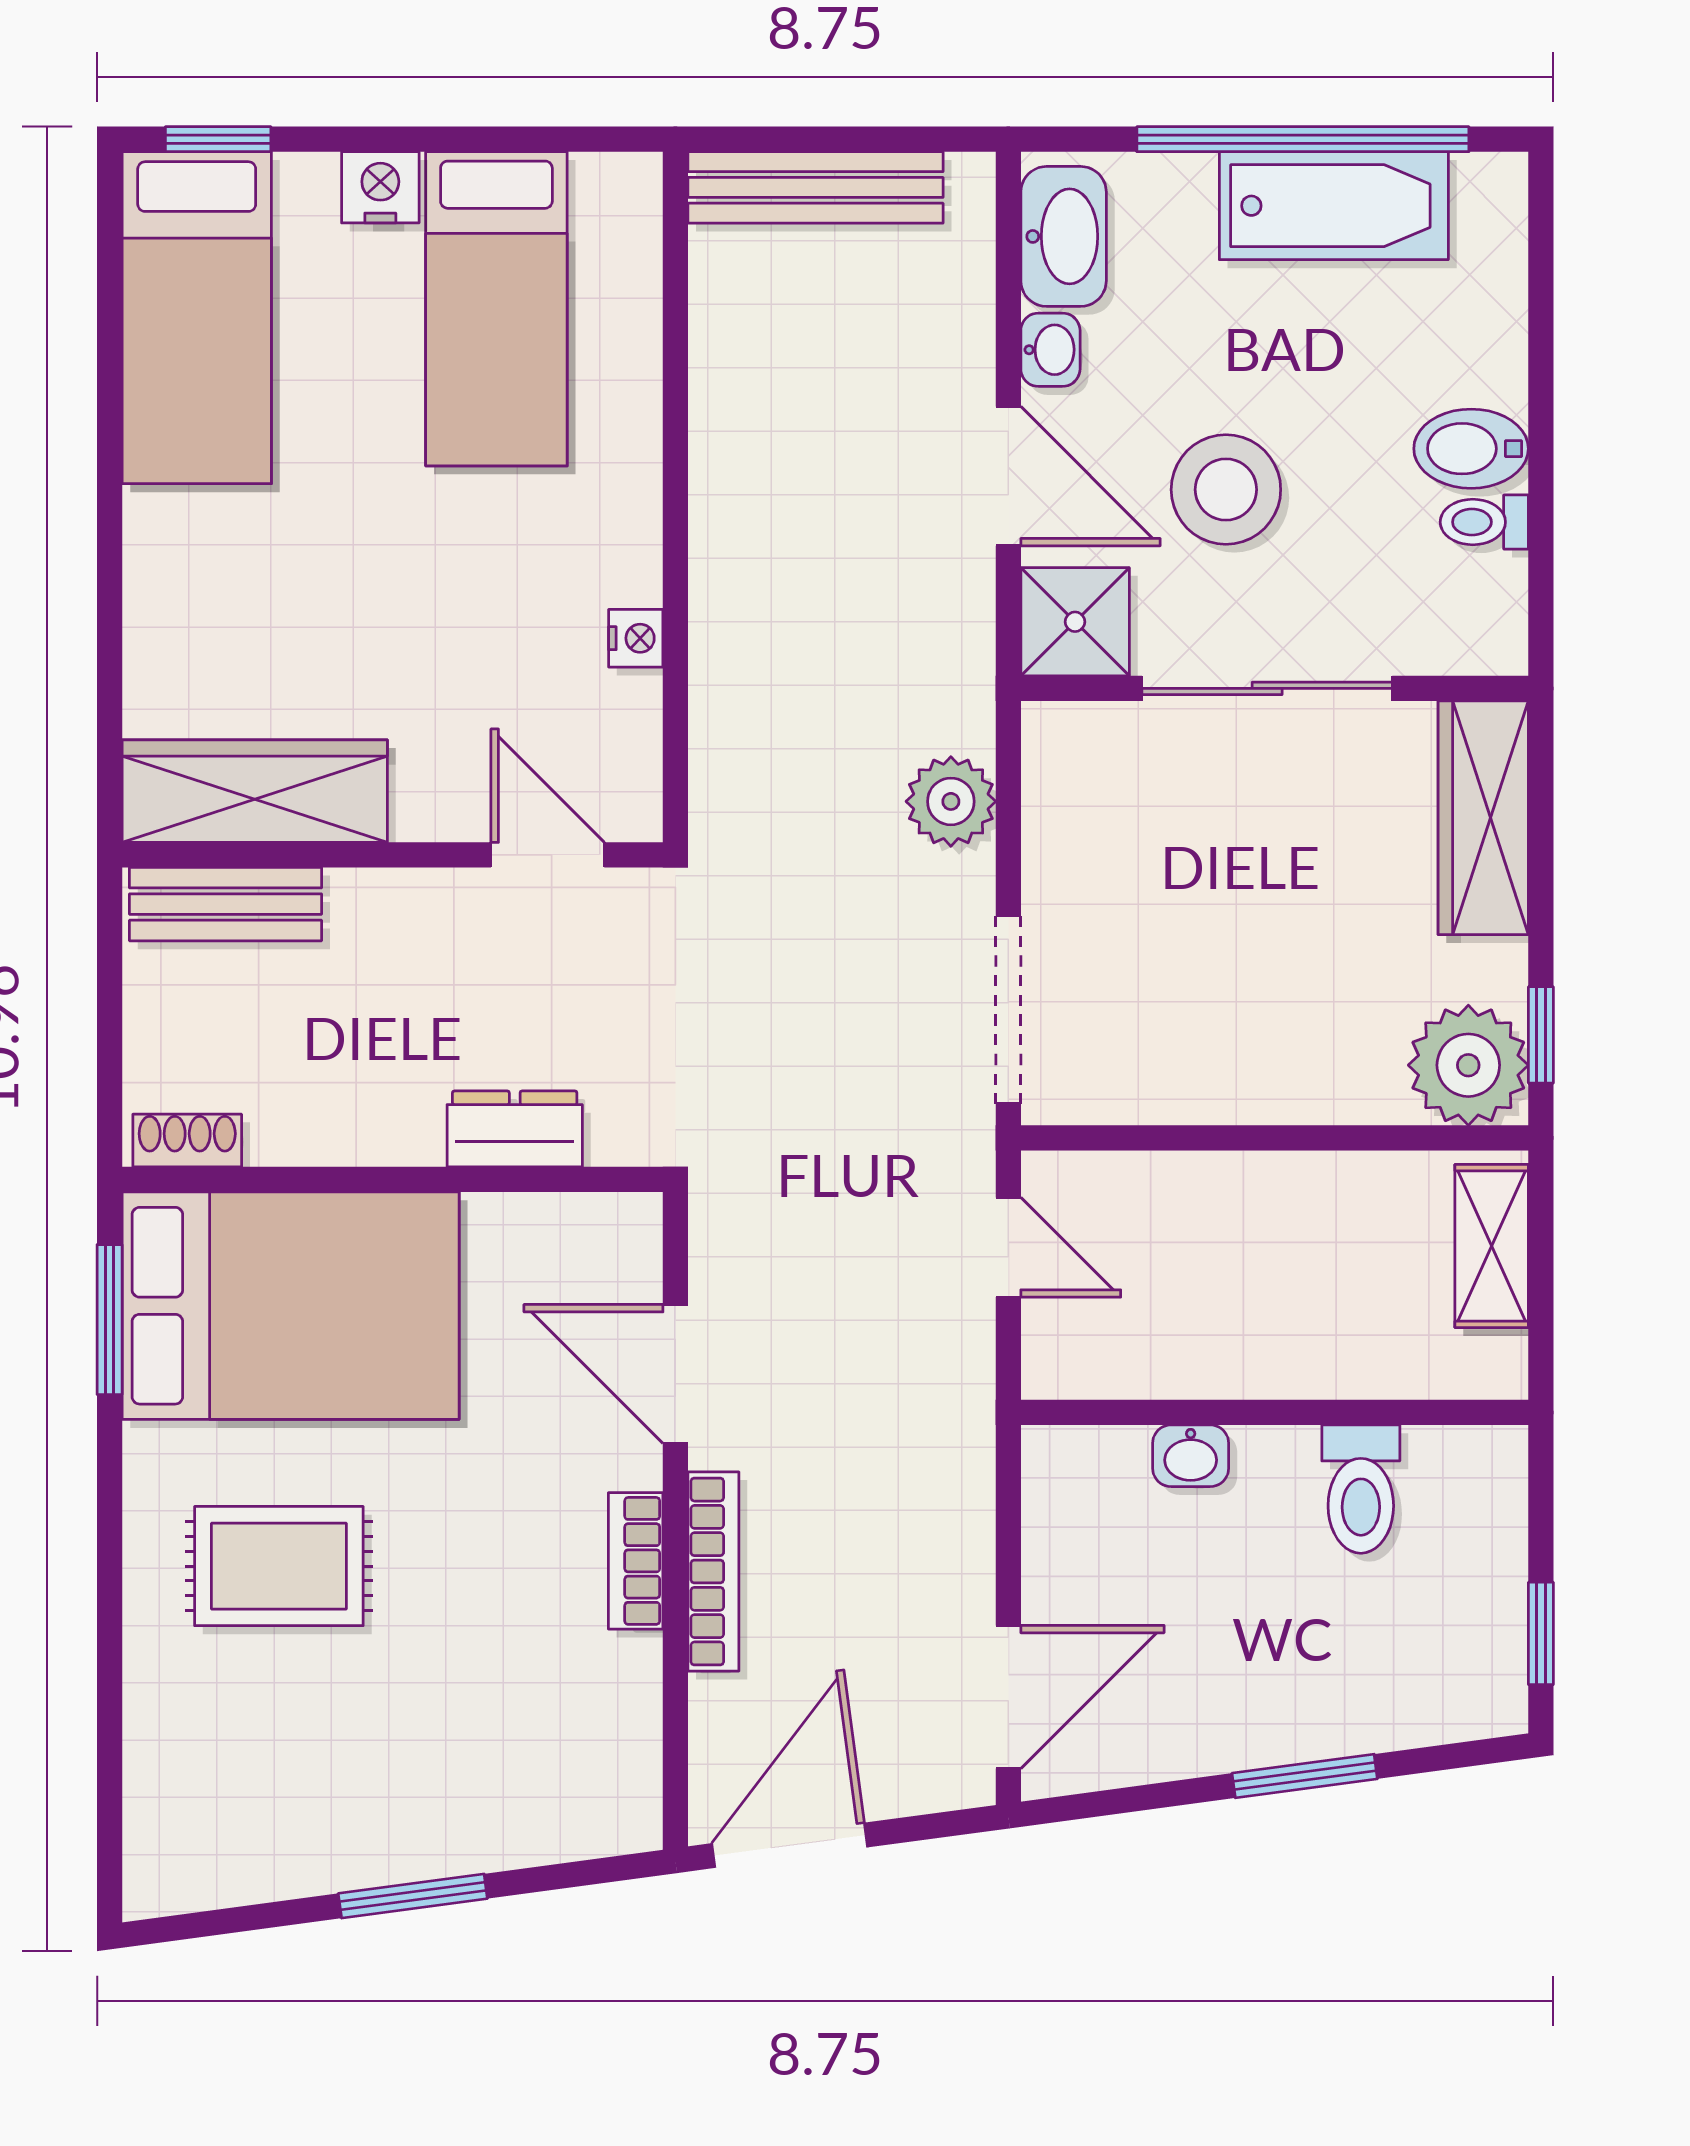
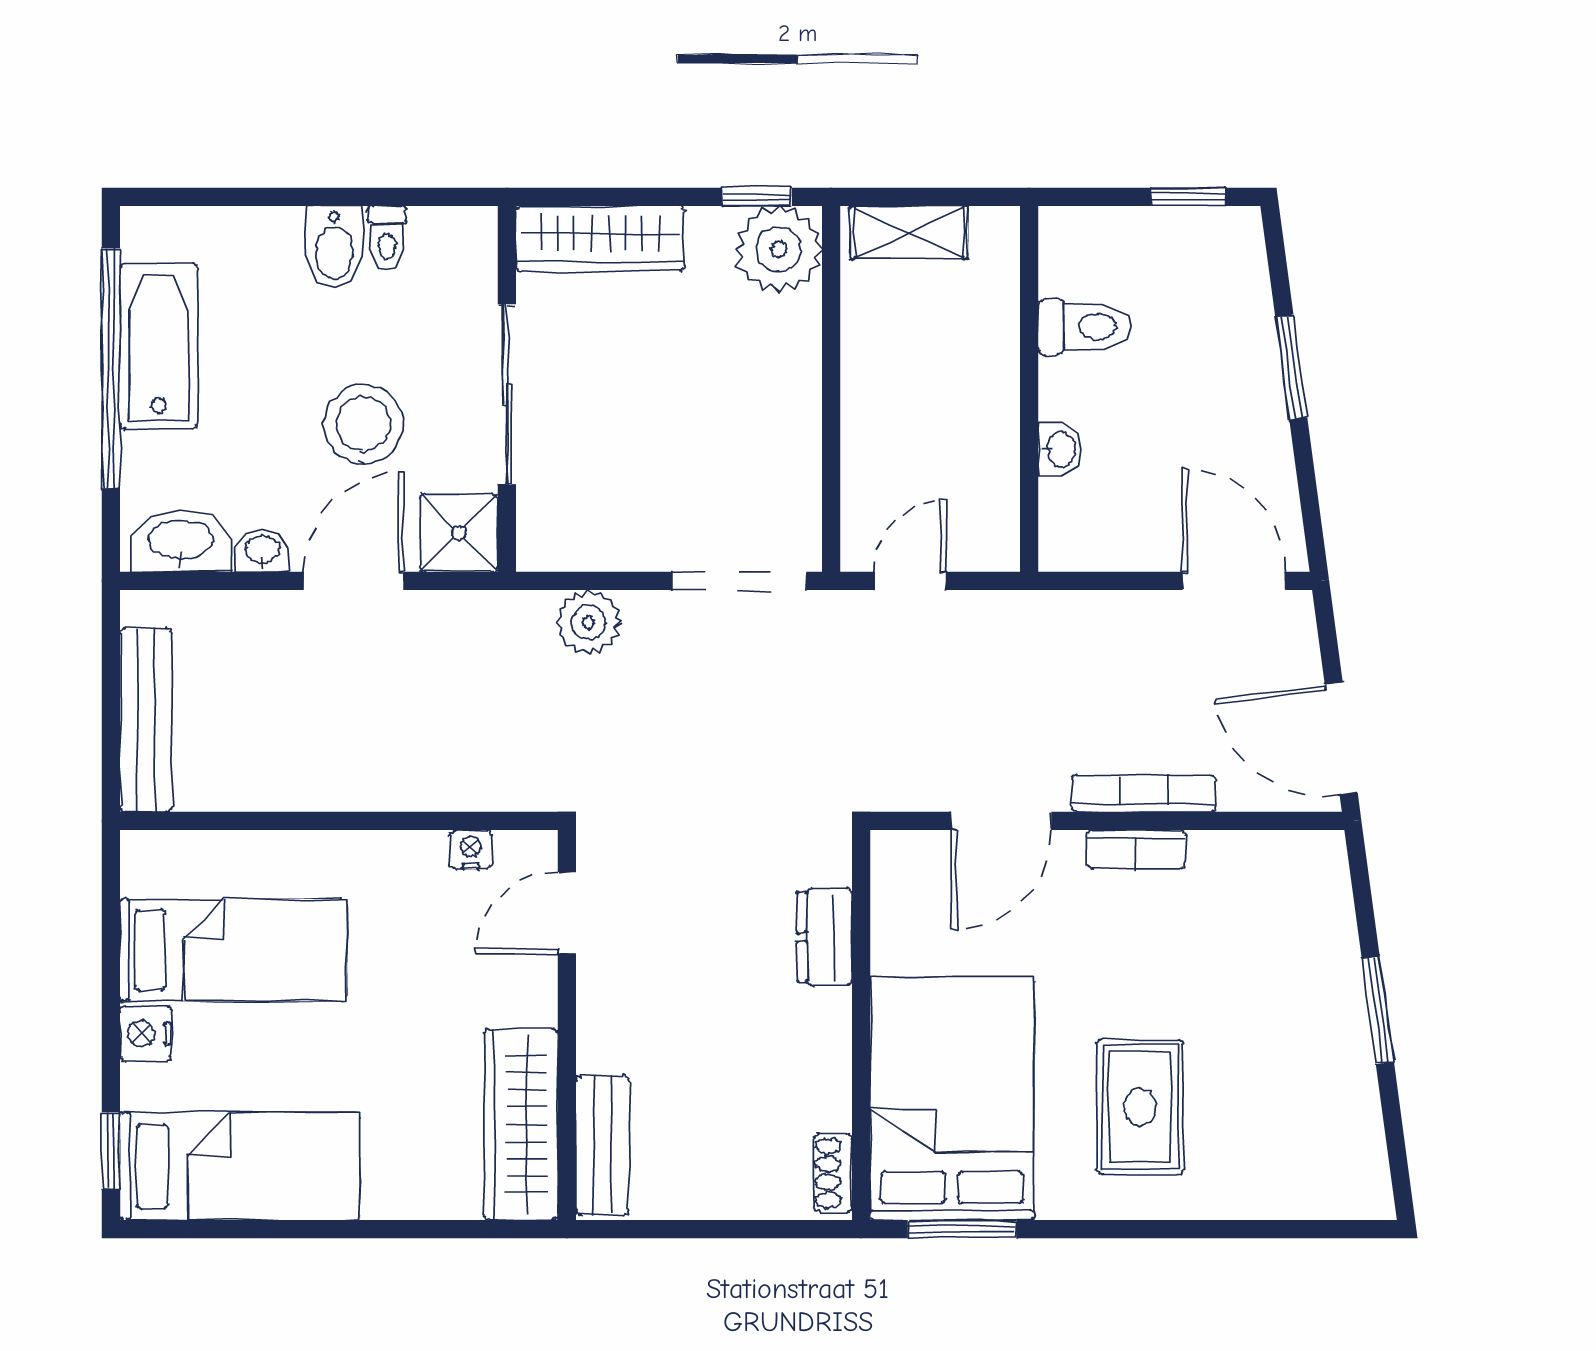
wardrobe: (255, 791) -> (521, 1124), moved
wall: (392, 855) -> (567, 1025), moved
door: (548, 855) -> (567, 913), moved
bench: (226, 904) -> (602, 1145), moved

